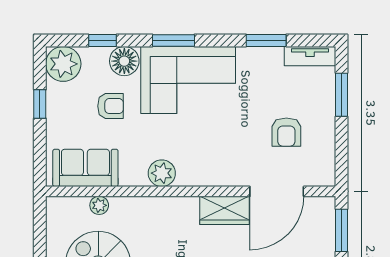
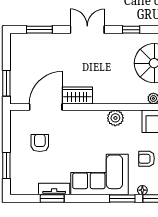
window: (173, 41) -> (122, 198), moved
tv unit: (310, 56) -> (54, 189), moved
floor lamp: (124, 61) -> (142, 190), width x0.53, depth x0.53

